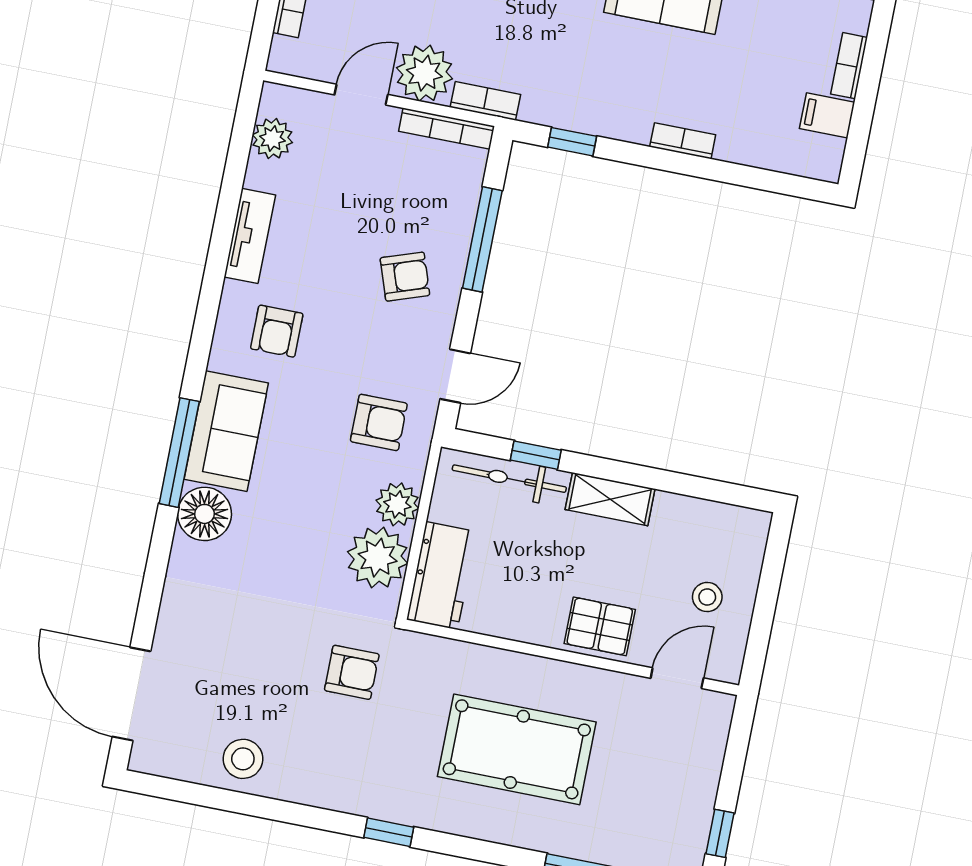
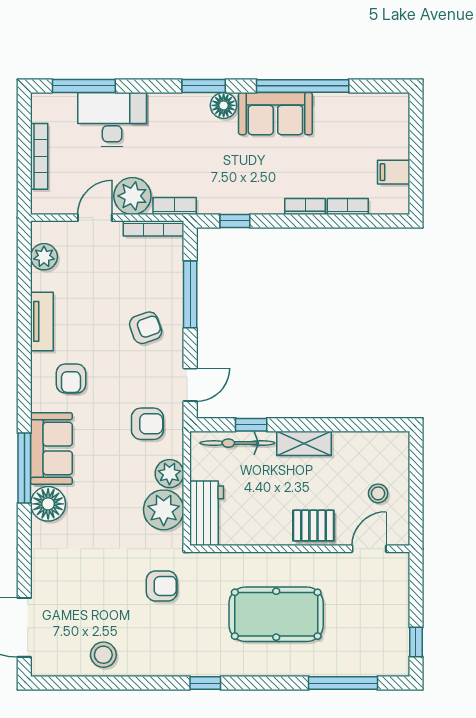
bookcase: (849, 66) -> (348, 206), moved, turned 90

